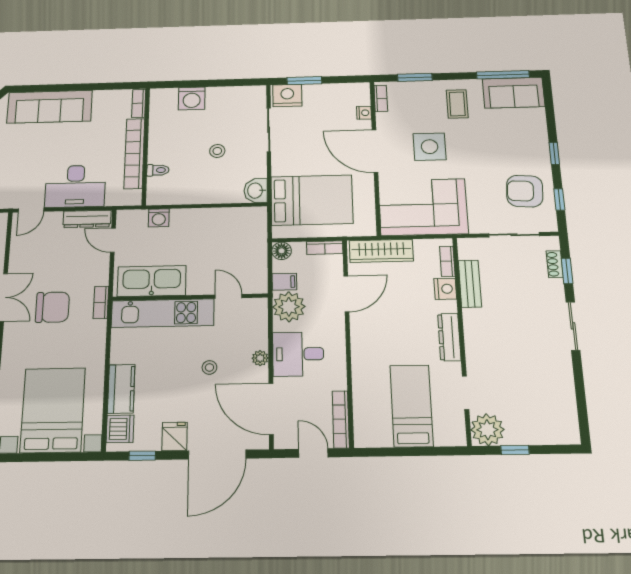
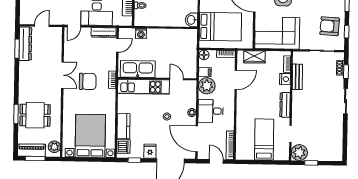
door: (113, 240) -> (117, 45), swing flipped
wardrobe: (381, 251) -> (254, 57), width x0.67

